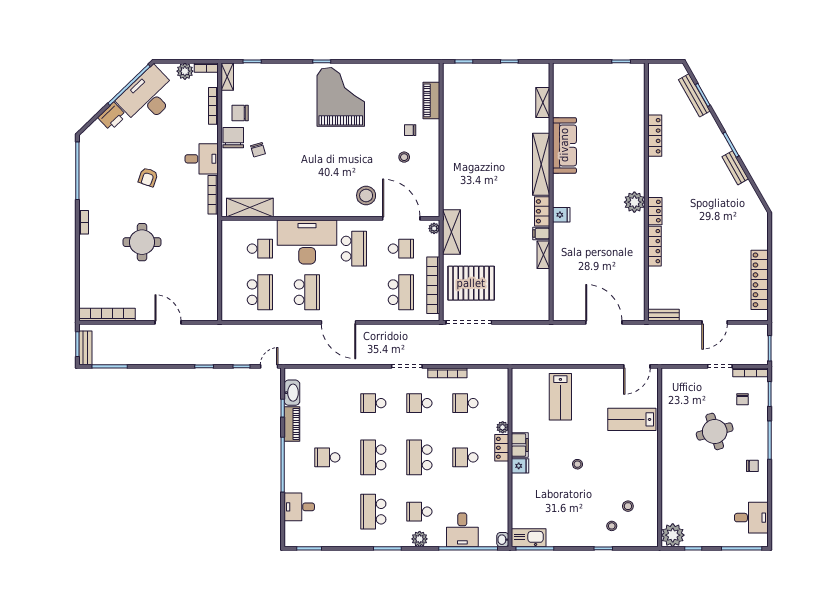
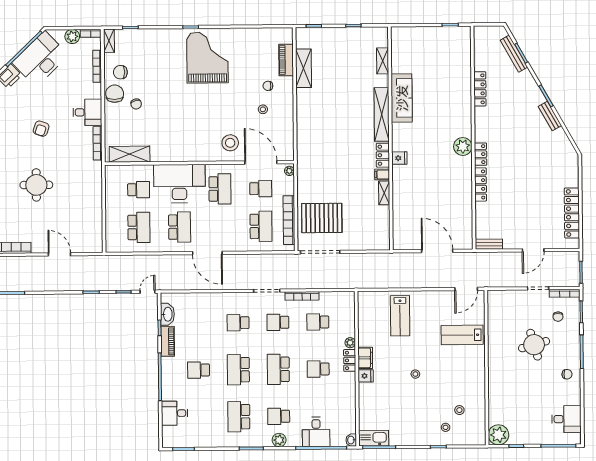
shelving: (451, 232) -> (304, 68), moved

